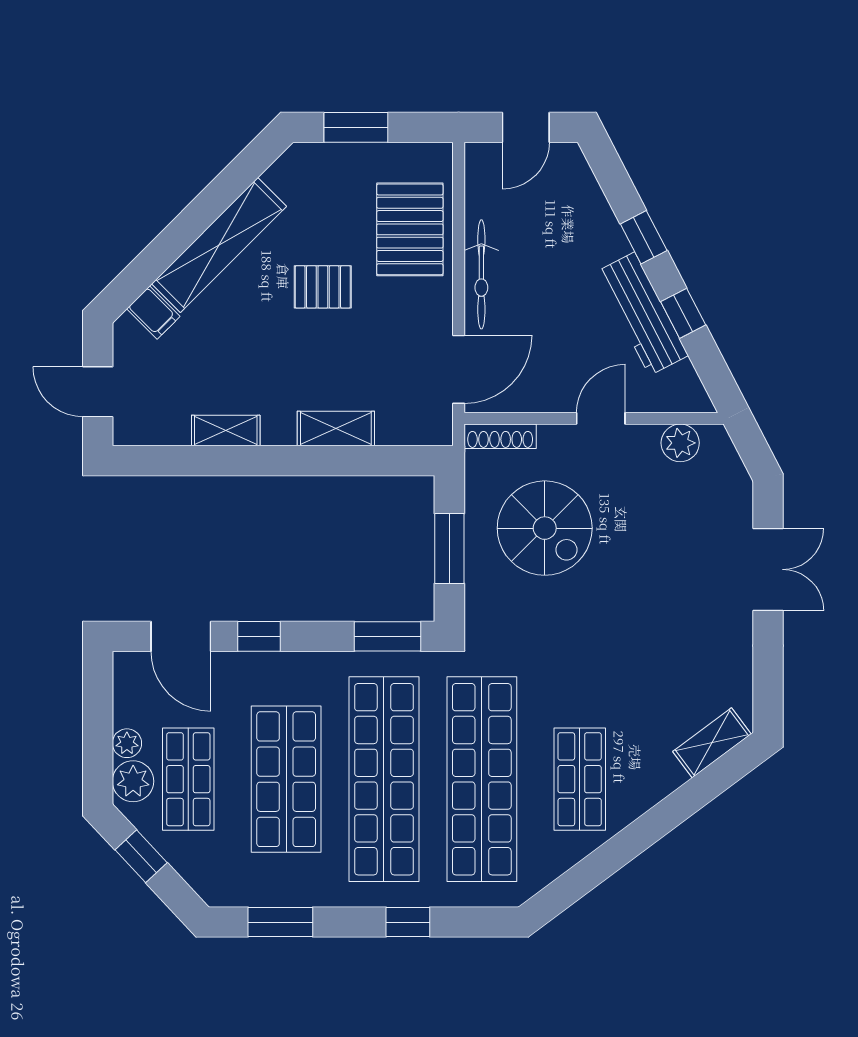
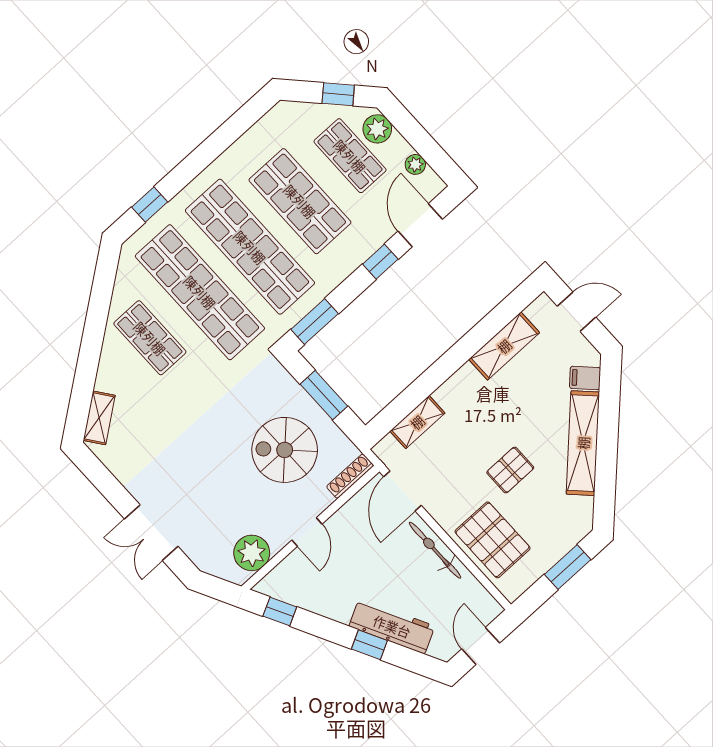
window: (683, 313) -> (280, 612), moved
workbench: (642, 314) -> (392, 626), moved
shelving: (336, 429) -> (417, 422), moved
shelving: (226, 431) -> (504, 346), width x1.50, depth x1.33
plant: (680, 443) -> (252, 553), width x1.36, depth x1.36
door: (181, 636) -> (420, 225), hinge flipped
plant: (127, 743) -> (415, 164), moved
window: (280, 922) -> (236, 126), removed
window: (408, 922) -> (150, 204), moved

